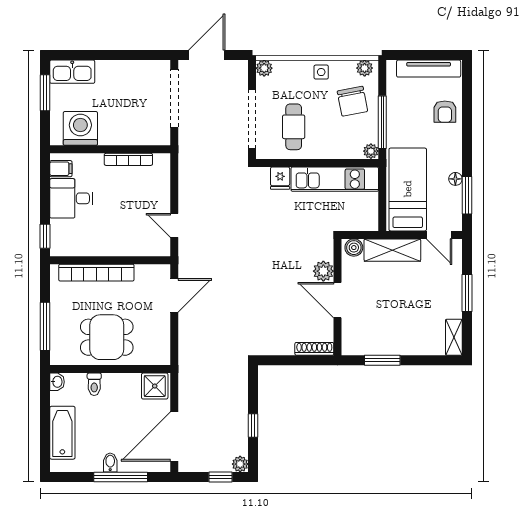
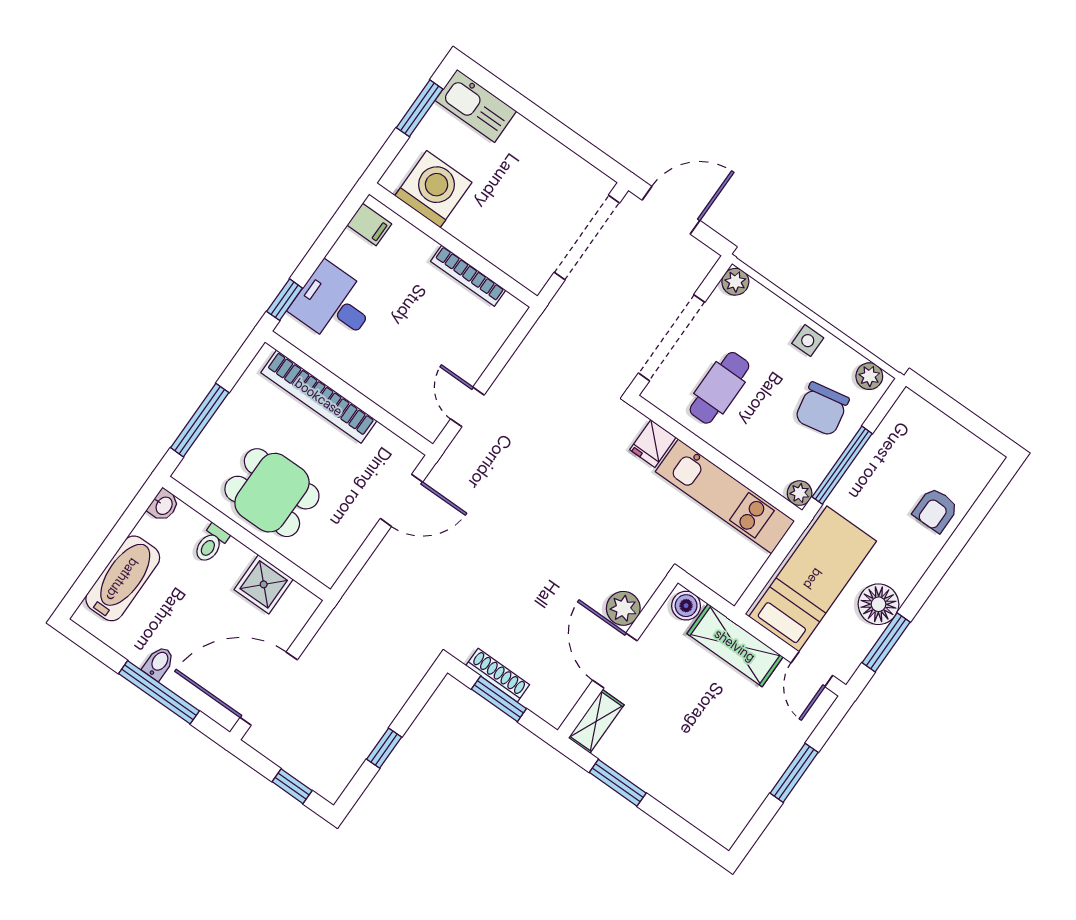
tv unit: (429, 69) -> (954, 437), removed
floor lamp: (455, 179) -> (879, 604), width x1.89, depth x1.89
desk: (71, 198) -> (334, 305), moved
shelving: (454, 337) -> (596, 721), moved
shoe rack: (314, 349) -> (498, 675), moved
window: (293, 360) -> (499, 699), added
shower: (155, 386) -> (264, 584), moved
plant: (240, 464) -> (331, 787), removed

